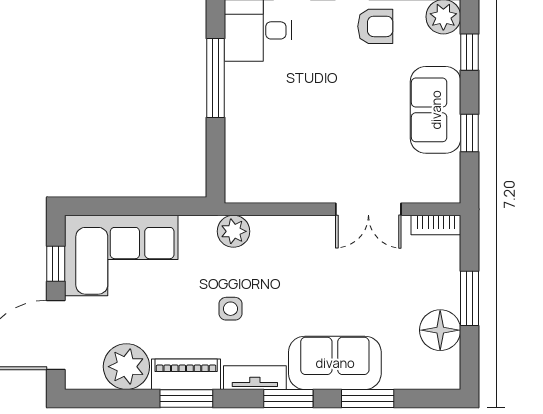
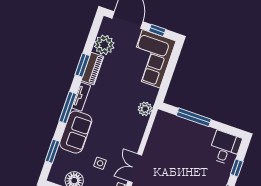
window: (215, 78) -> (194, 117), moved
side table: (231, 309) -> (100, 163), moved
window: (288, 398) -> (68, 108), width x1.44
window: (368, 398) -> (53, 151), moved

